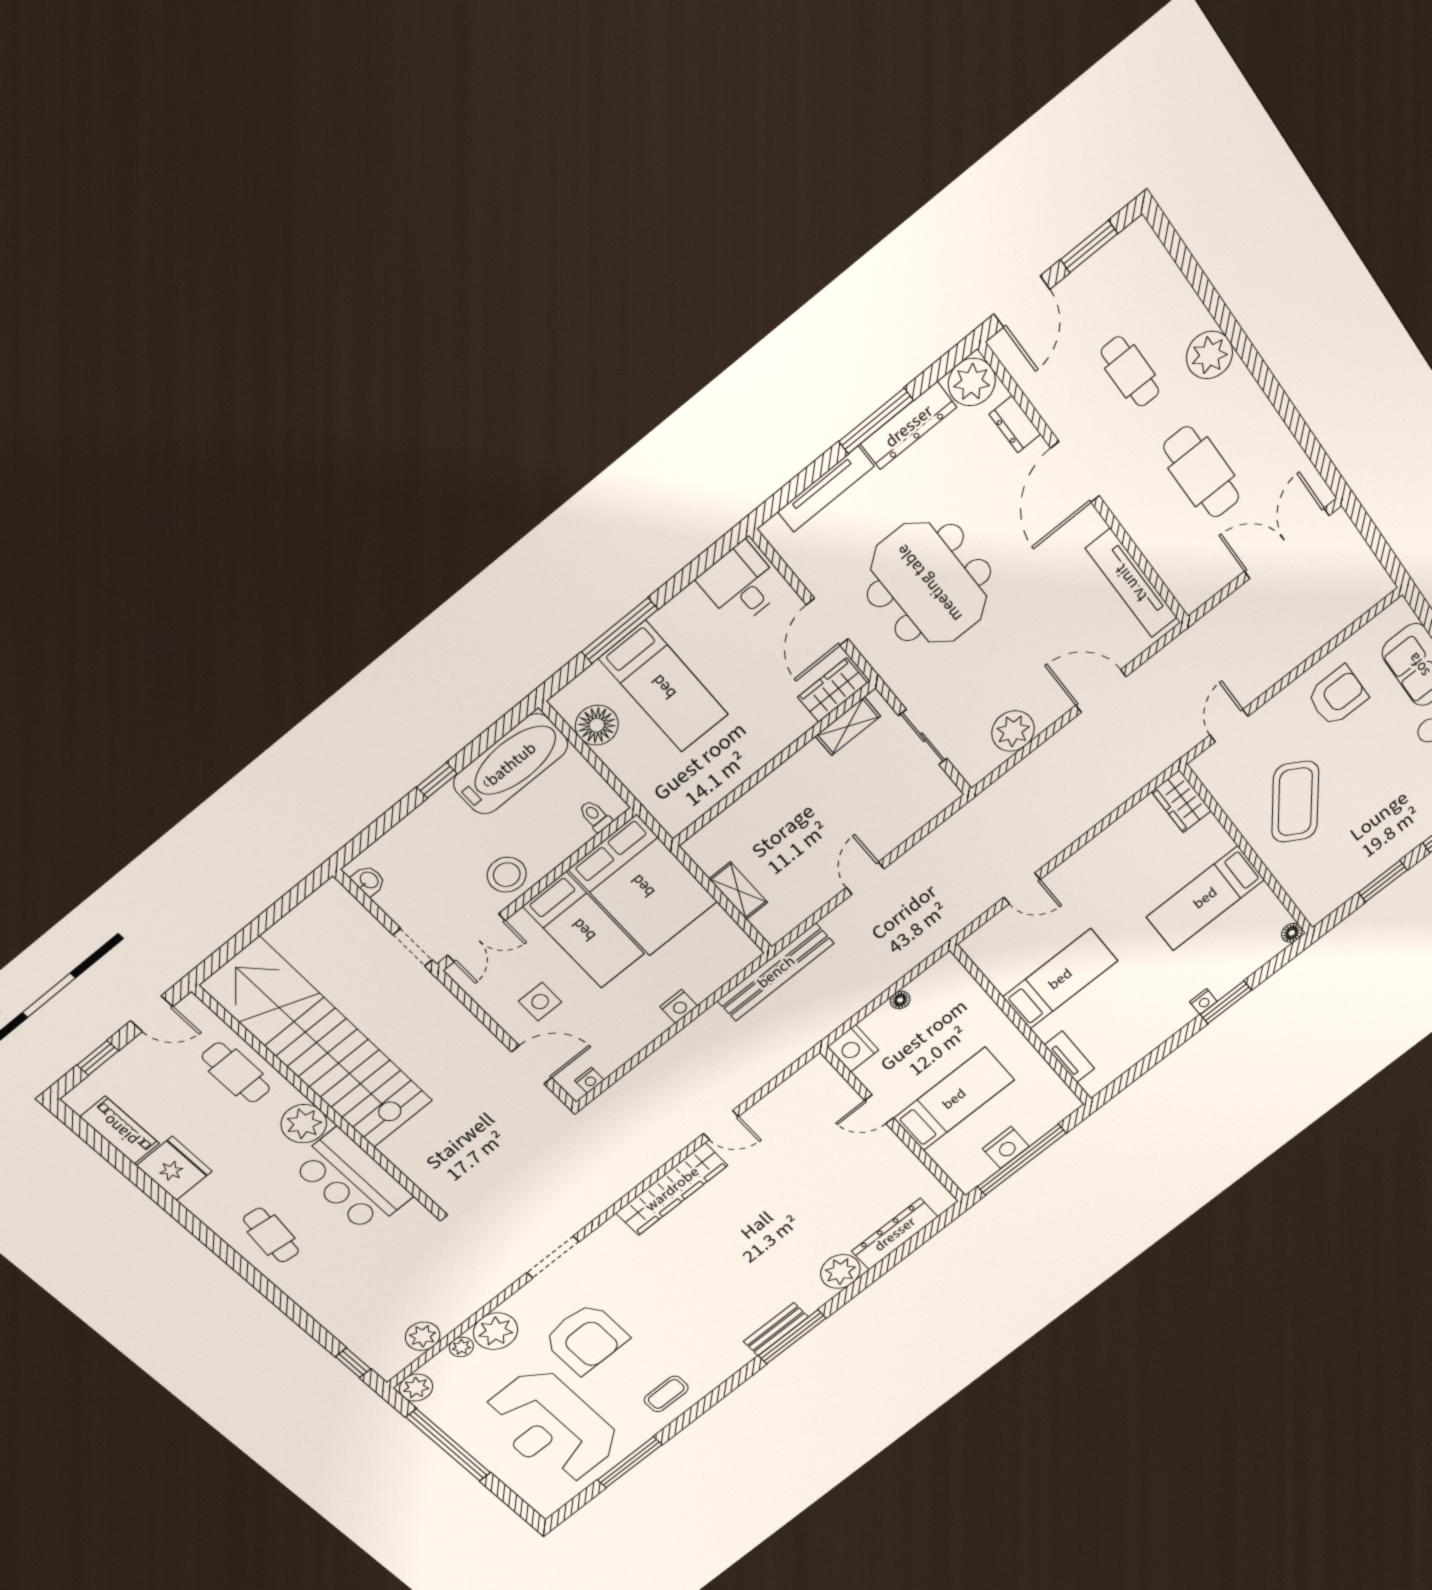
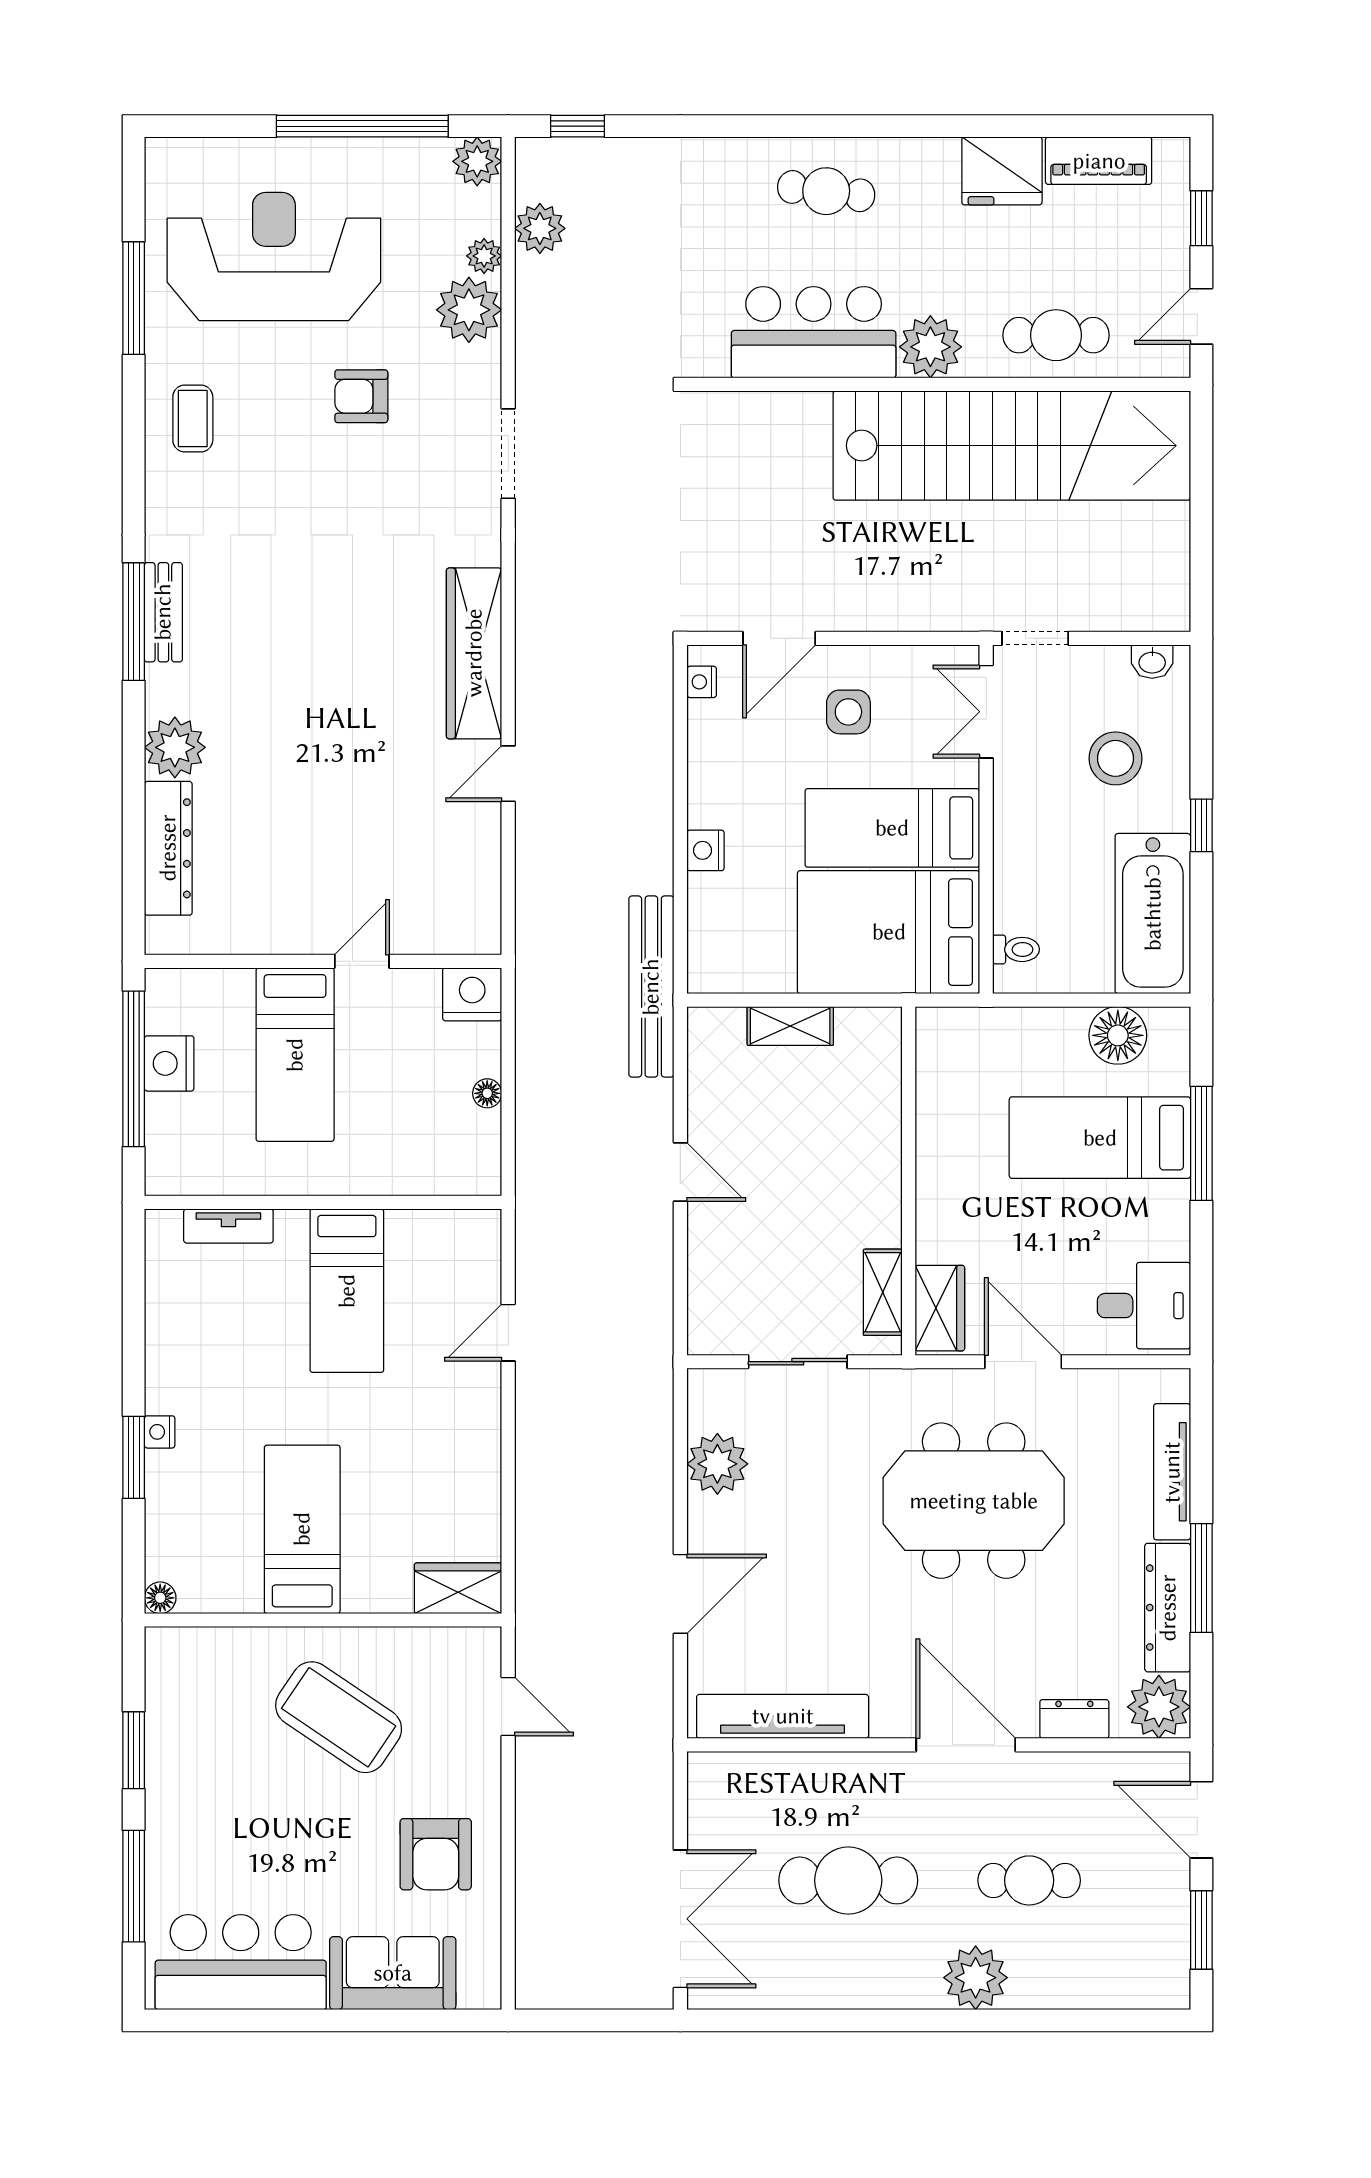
stool: (507, 875) -> (1115, 758), moved
armchair: (586, 1338) -> (361, 396), width x0.53, depth x0.53

